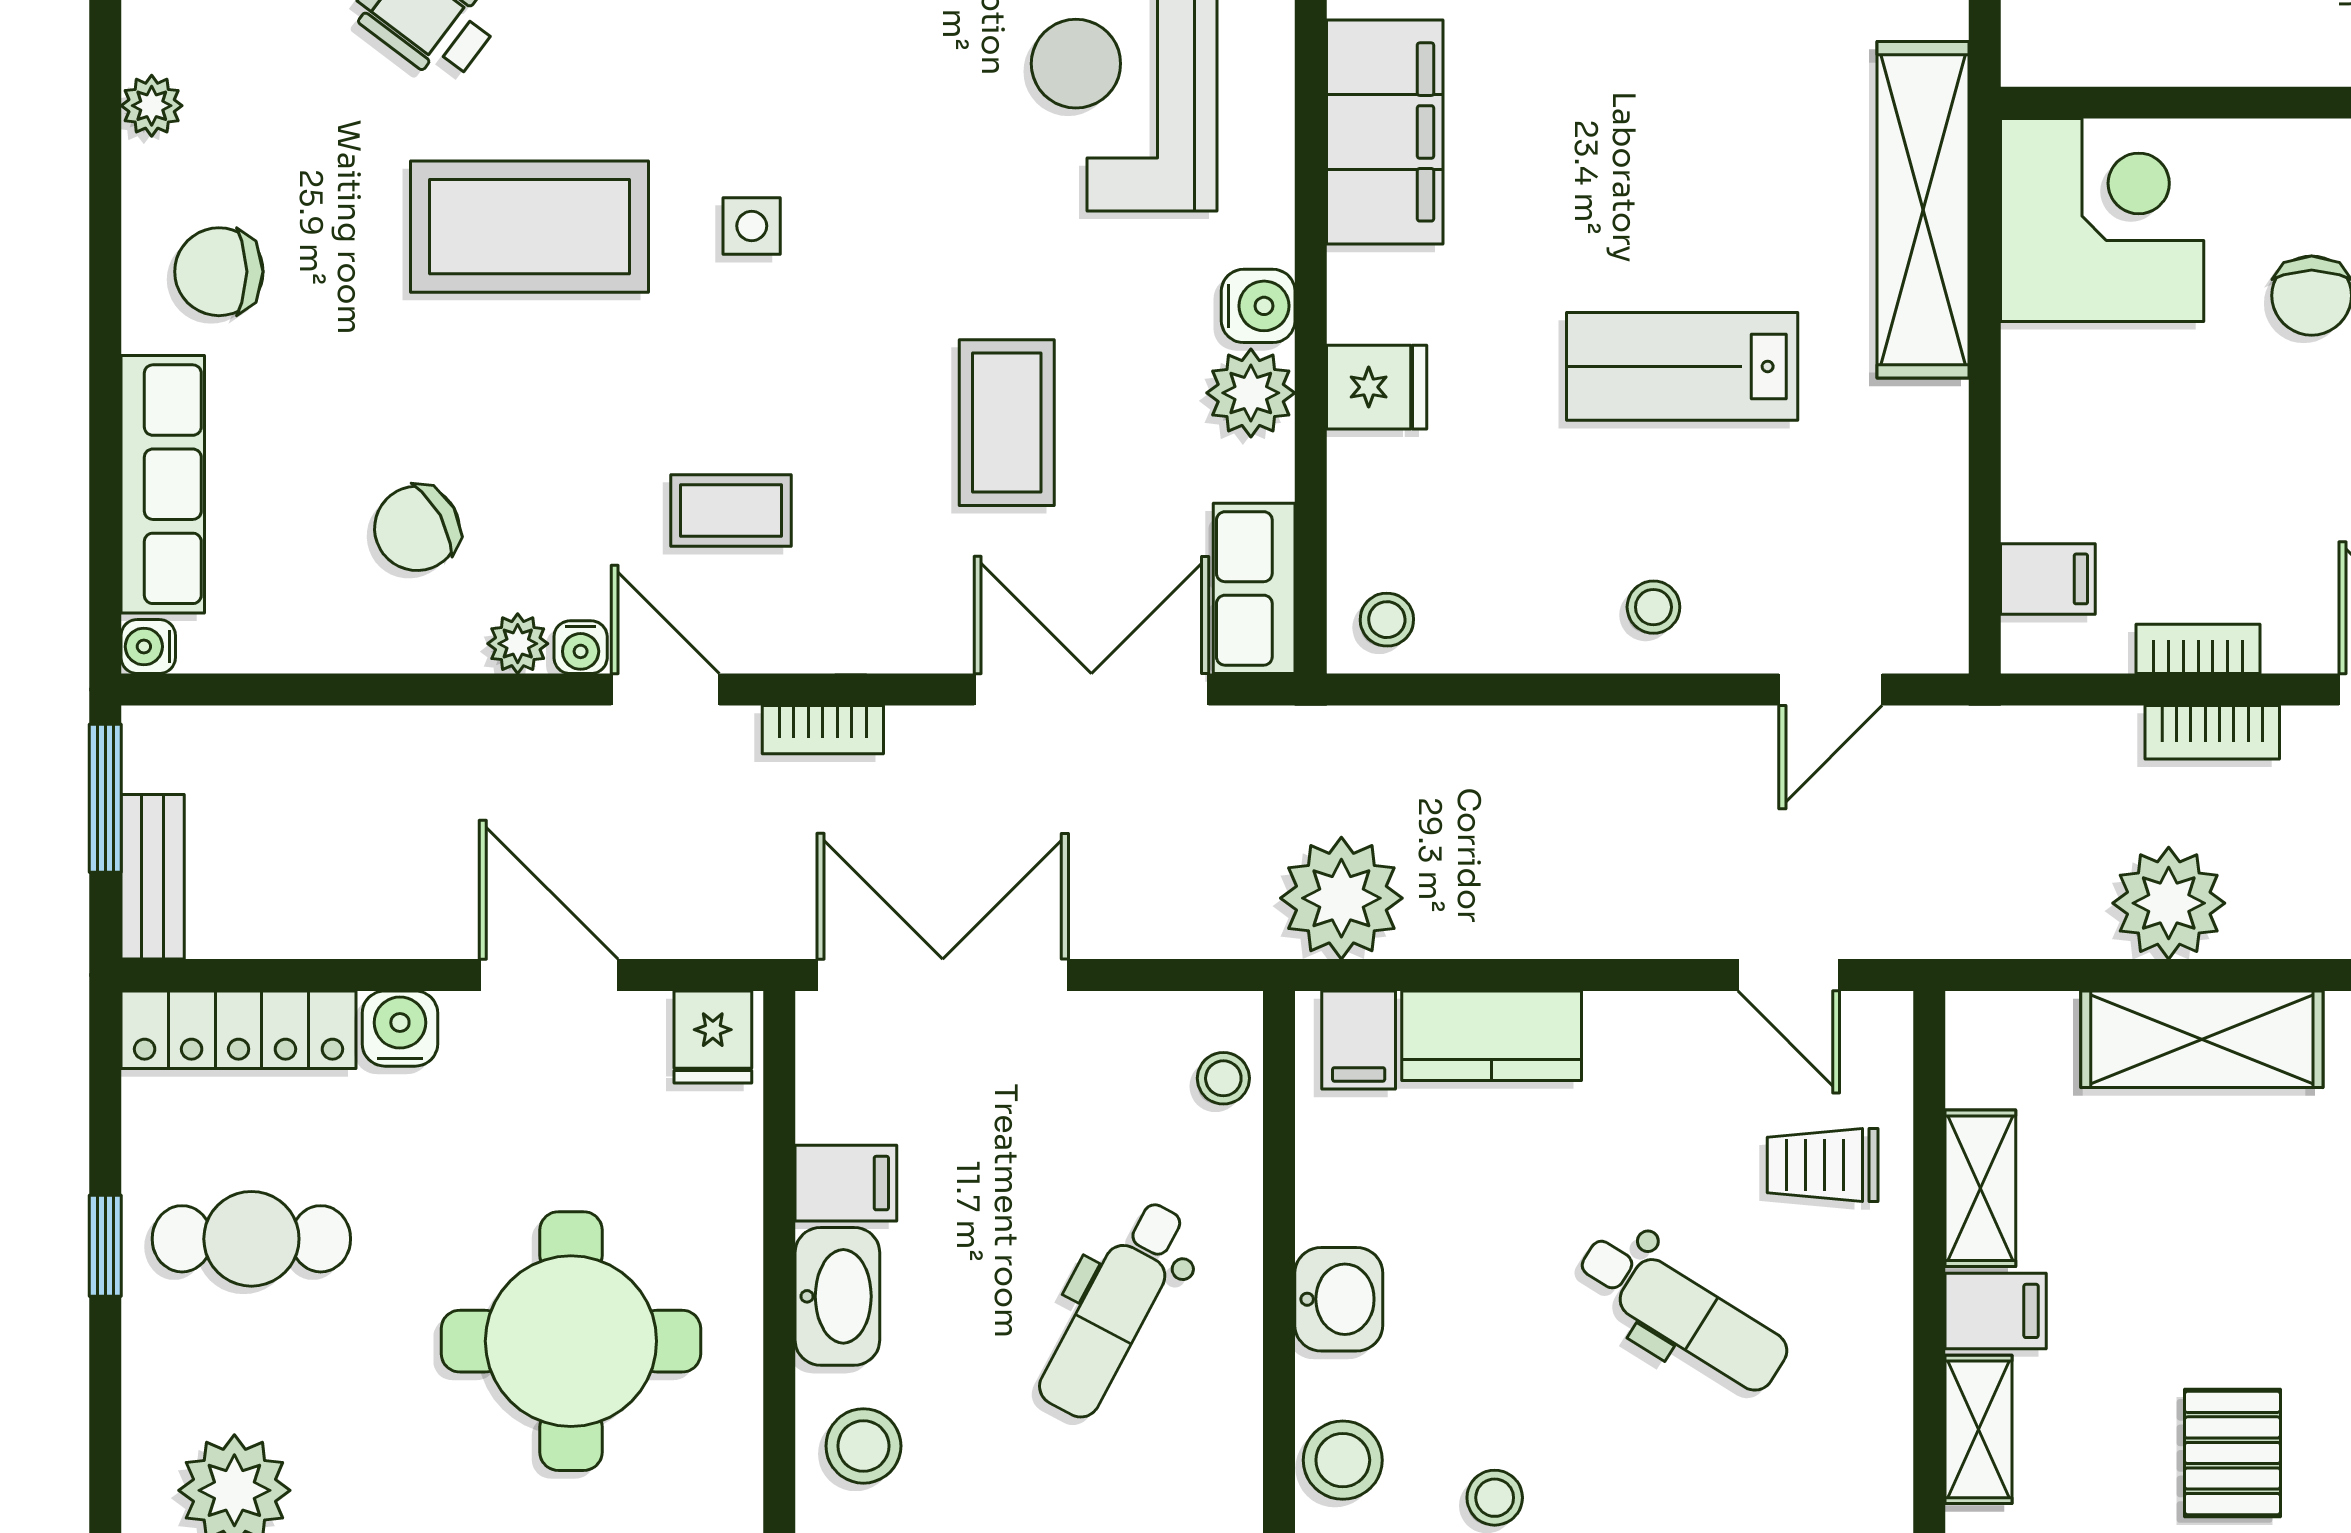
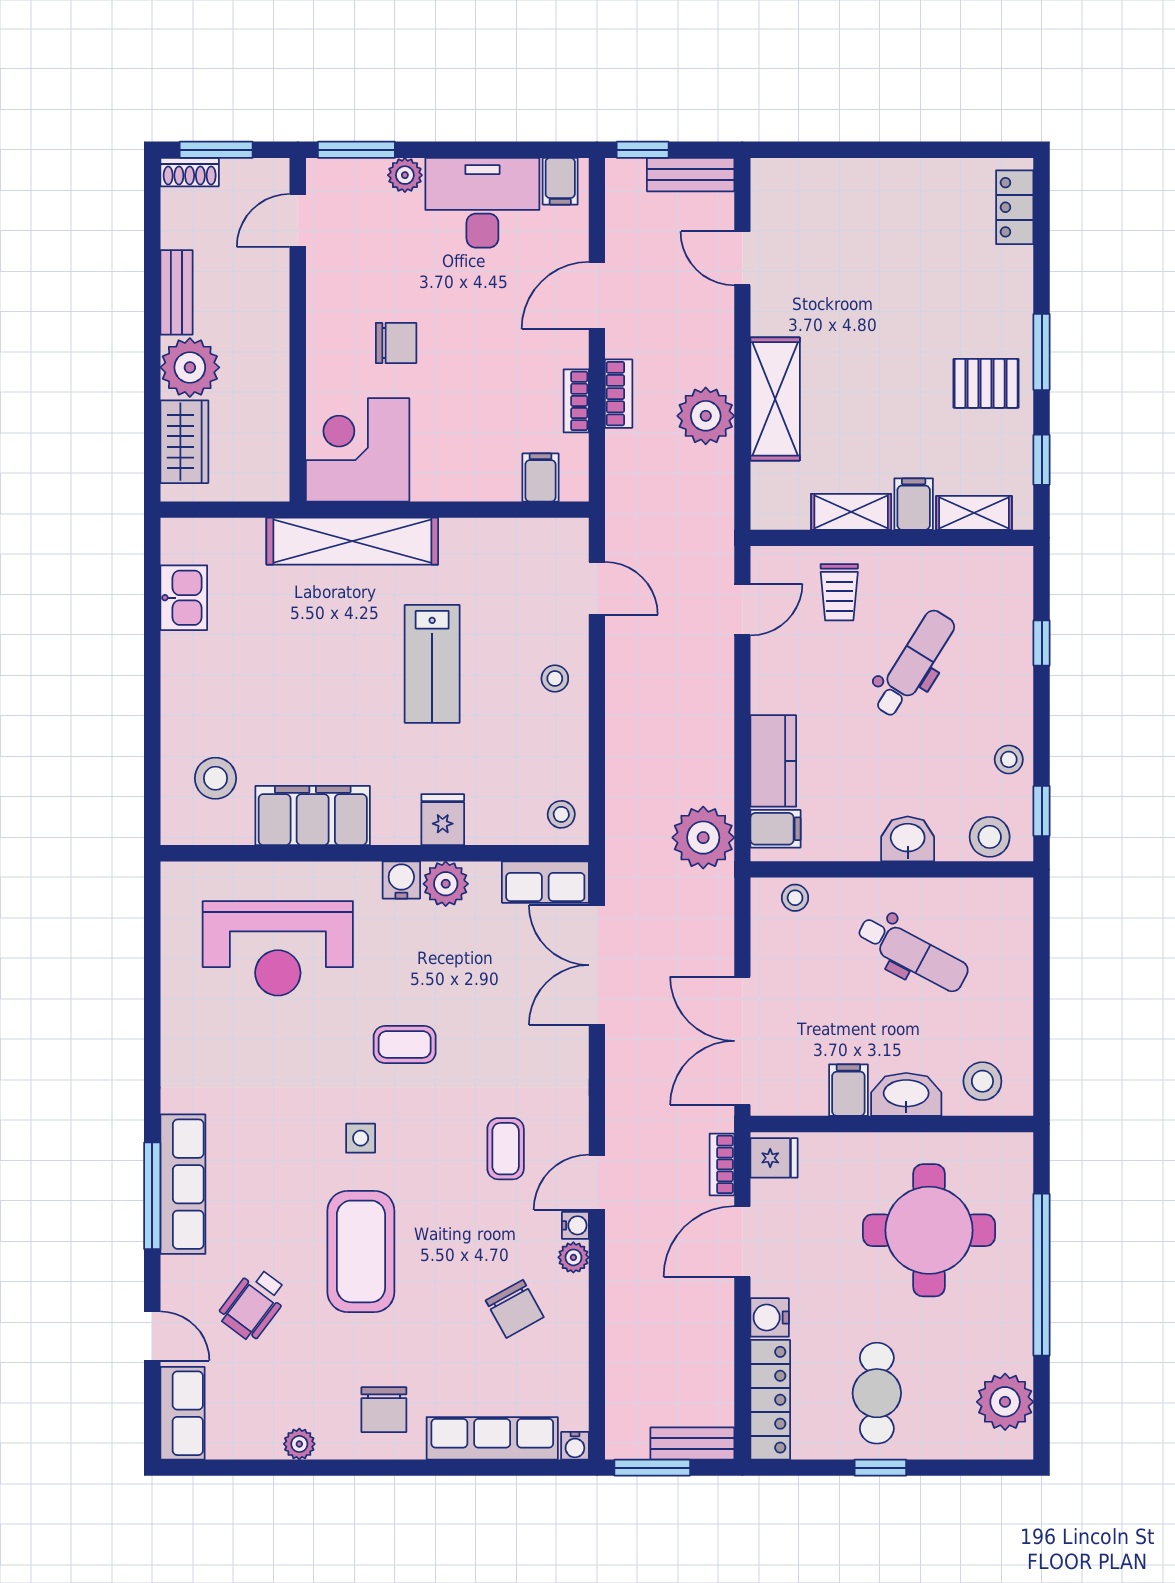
coffee table: (1007, 423) -> (405, 1044), moved, width x0.73, depth x0.77
bookcase: (823, 730) -> (722, 1164), moved, turned 180

